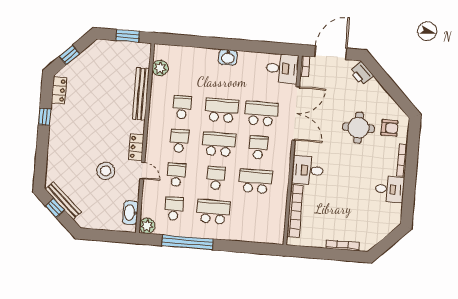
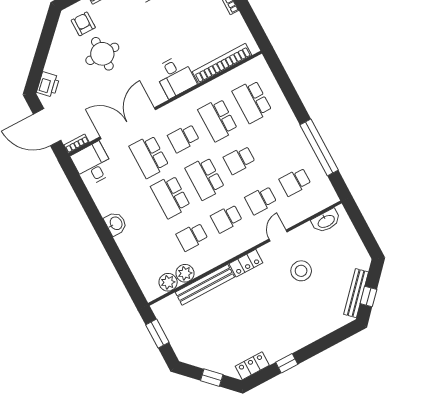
locker: (136, 147) -> (246, 263), moved
school desk: (213, 212) -> (252, 101), moved
plant: (147, 226) -> (185, 273), moved

